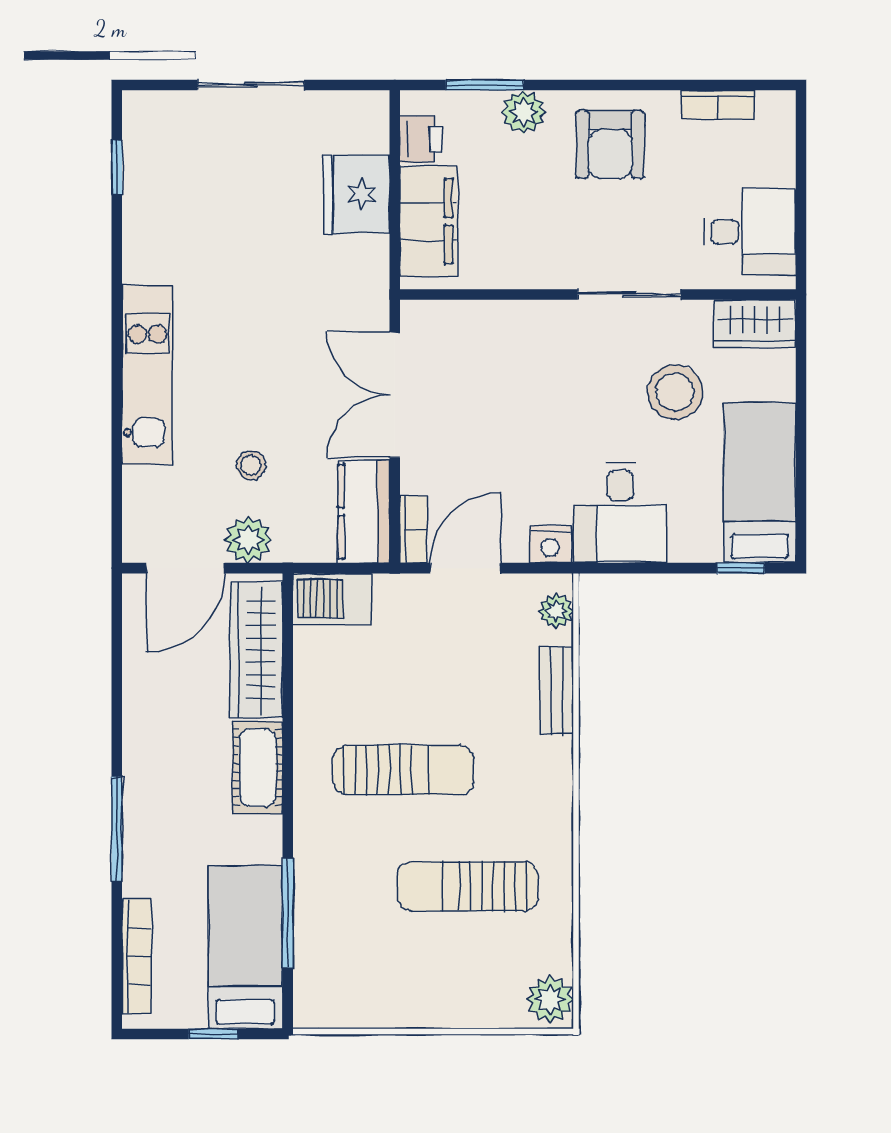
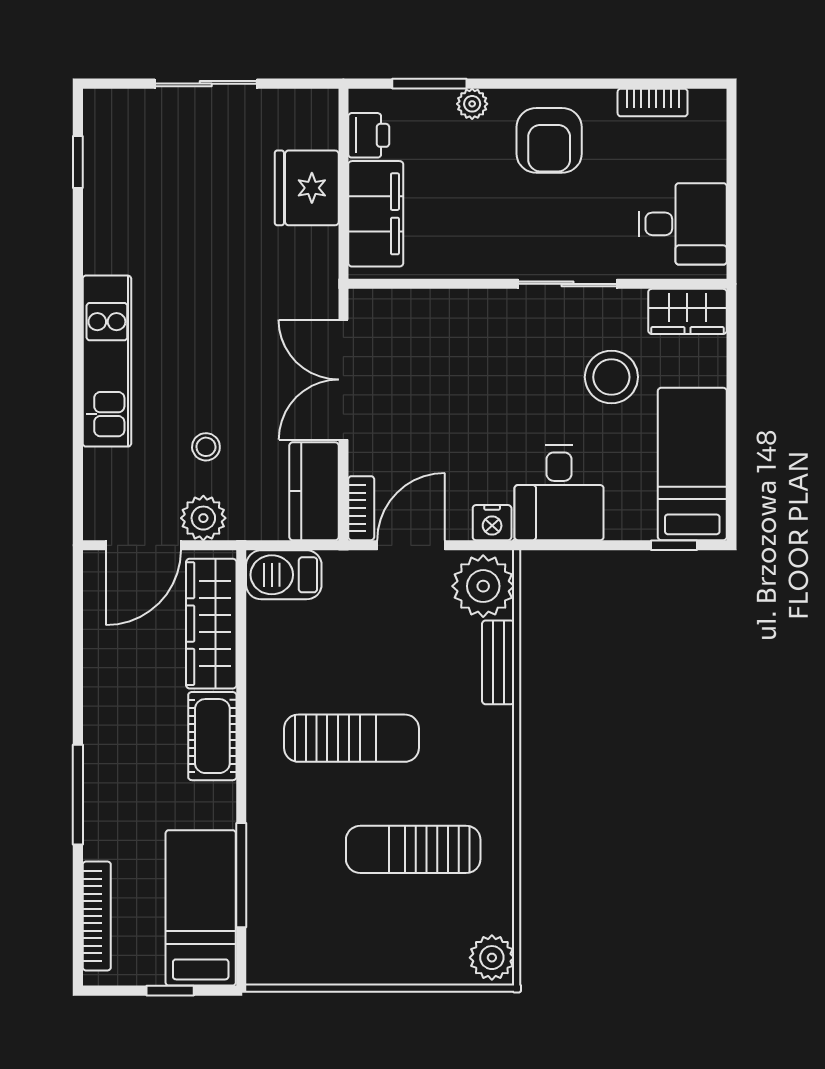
plant: (523, 112) -> (472, 104), width x0.73, depth x0.73
plant: (556, 611) -> (483, 586), width x1.87, depth x1.87

